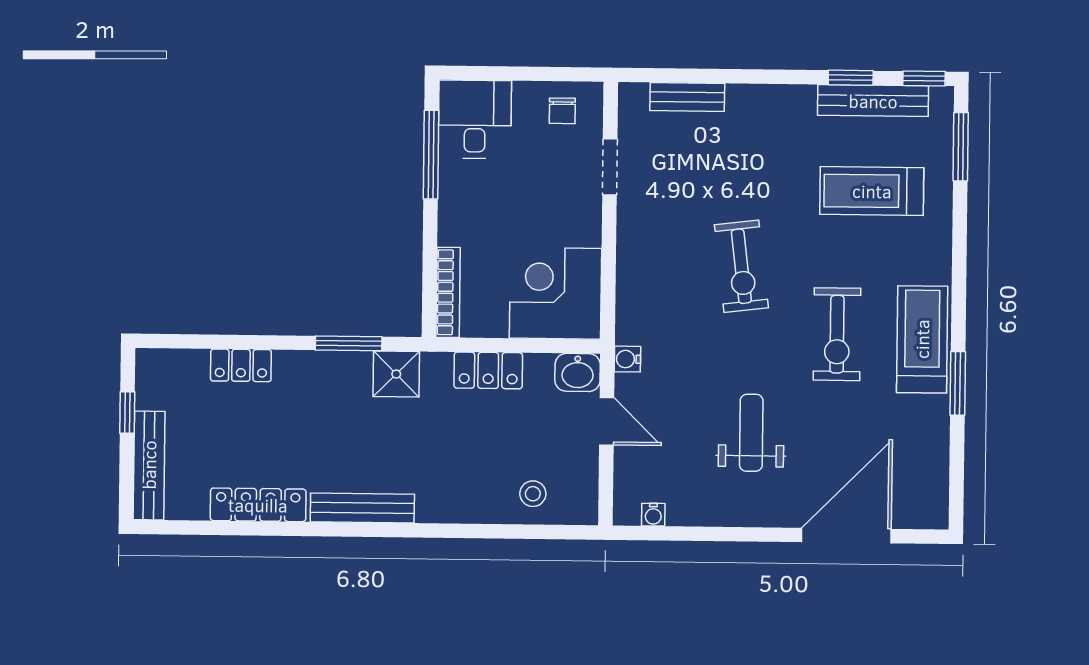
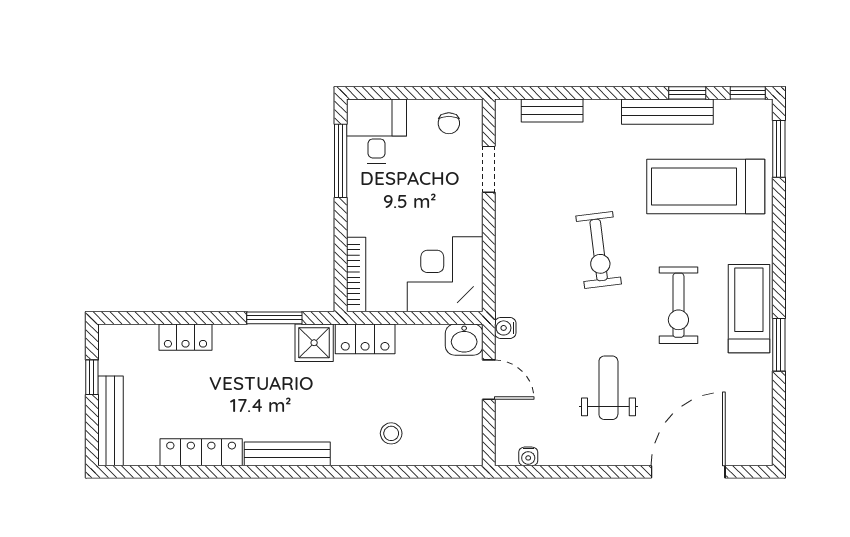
bench: (873, 101) -> (667, 112), moved
treadmill: (872, 191) -> (706, 186), width x1.37, depth x1.38
locker: (488, 370) -> (365, 339), moved
stool: (533, 494) -> (391, 433), moved

